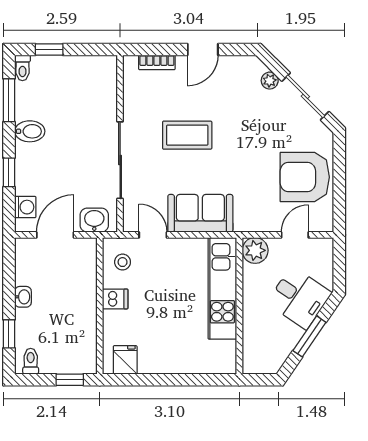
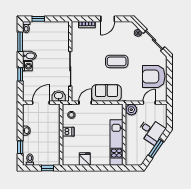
coffee table: (187, 135) -> (117, 61), moved
washing machine: (25, 207) -> (27, 66), moved
door: (153, 235) -> (85, 103), hinge flipped
kitchen unit: (222, 288) -> (117, 143), moved
fridge: (125, 360) -> (85, 159), moved

